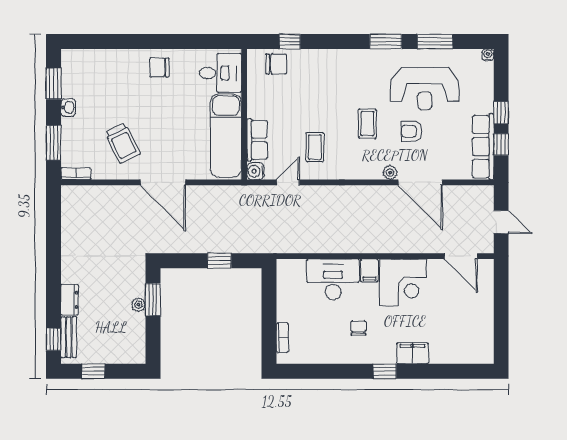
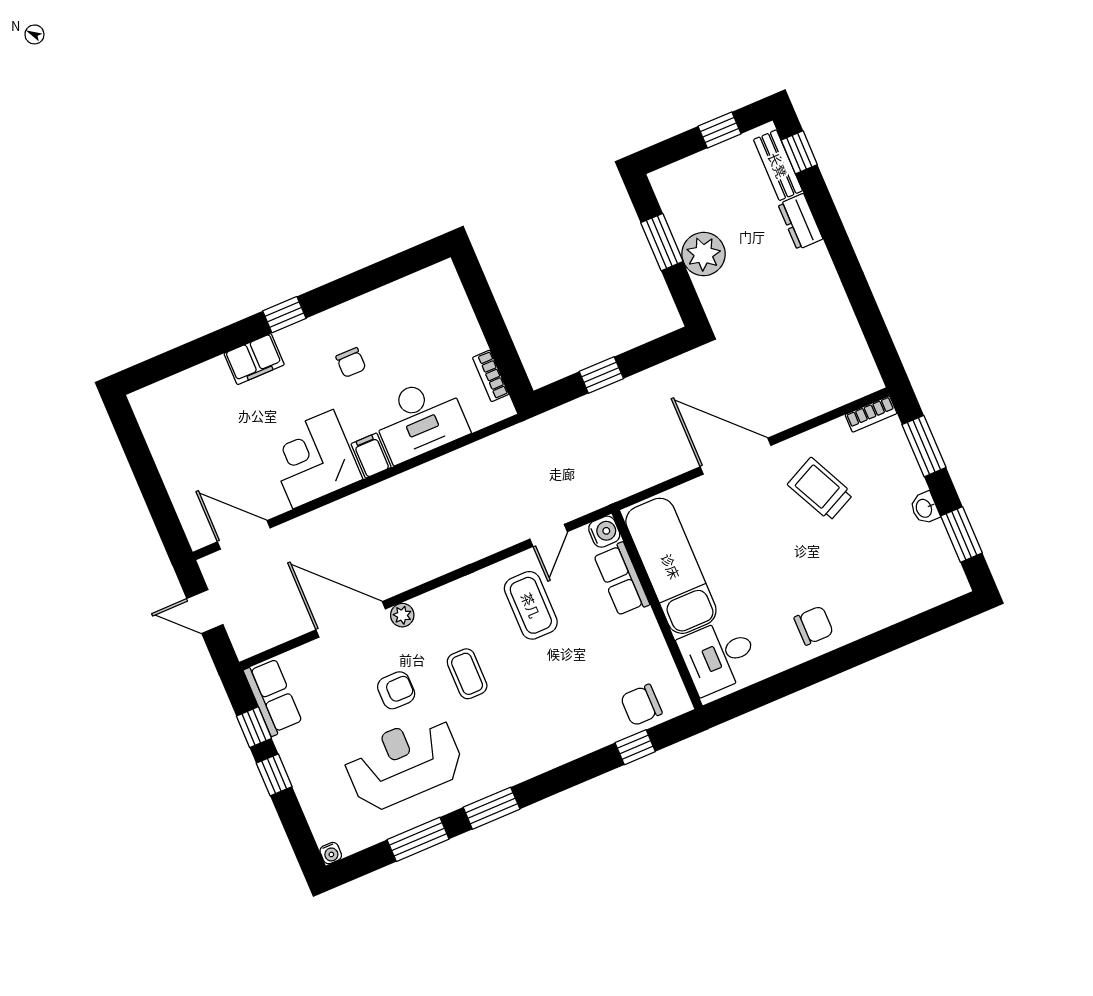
coffee table: (315, 147) -> (531, 605), width x1.36, depth x1.30
row of seats: (483, 147) -> (273, 697), width x0.68
window: (153, 300) -> (662, 242), moved
plant: (139, 305) -> (704, 254), width x1.88, depth x1.88
bookcase: (282, 338) -> (491, 376), moved

